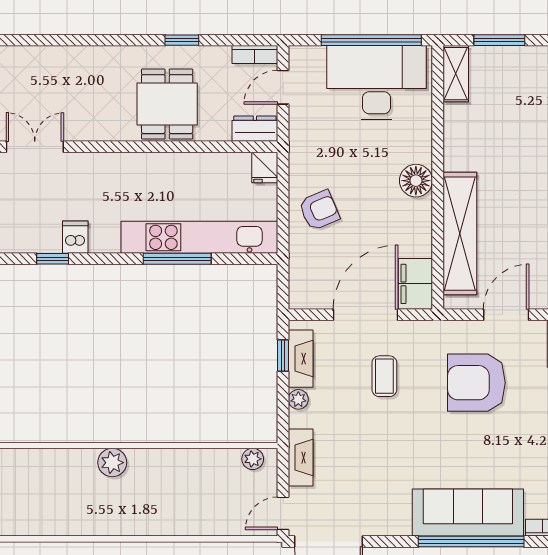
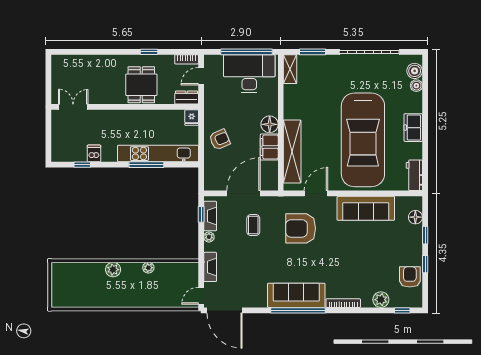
filing cabinet: (415, 284) -> (269, 147), moved
plant: (253, 459) -> (148, 268), moved

